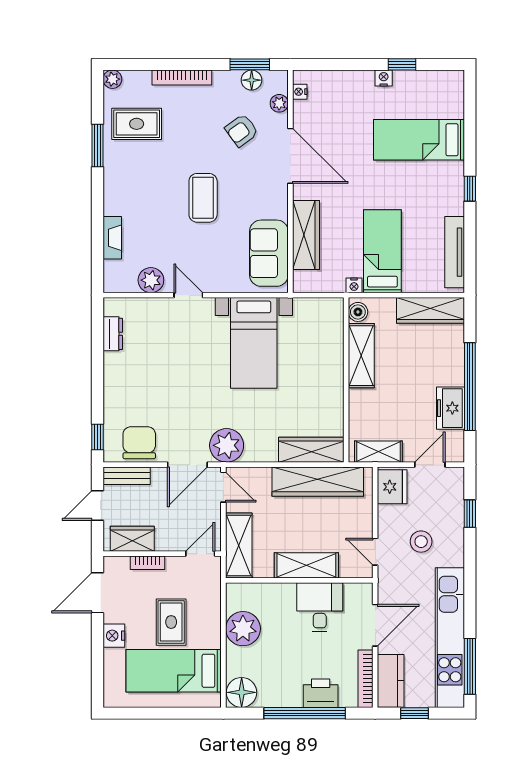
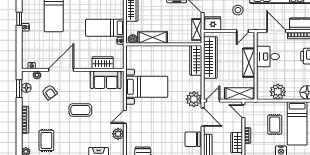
wardrobe: (306, 235) -> (103, 63), width x0.67
rug: (171, 622) -> (275, 125), turned 90

